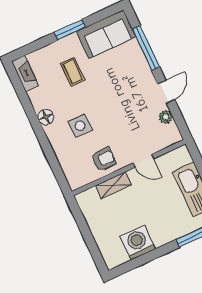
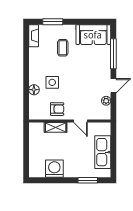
window: (70, 30) -> (53, 22), moved
floor lamp: (46, 117) -> (34, 90), moved

